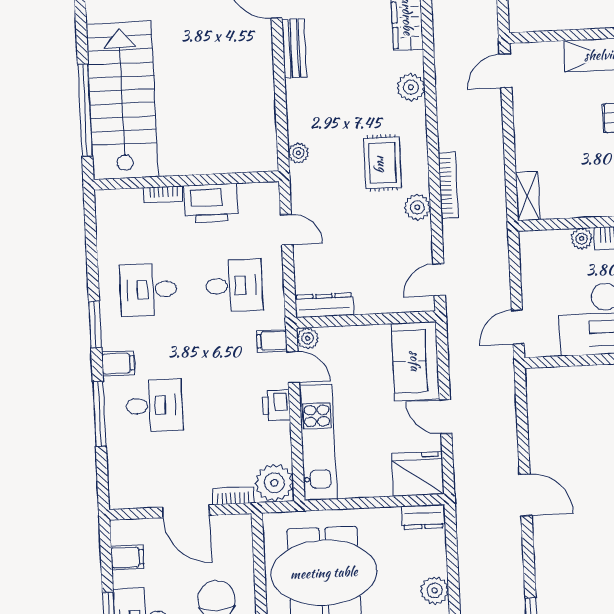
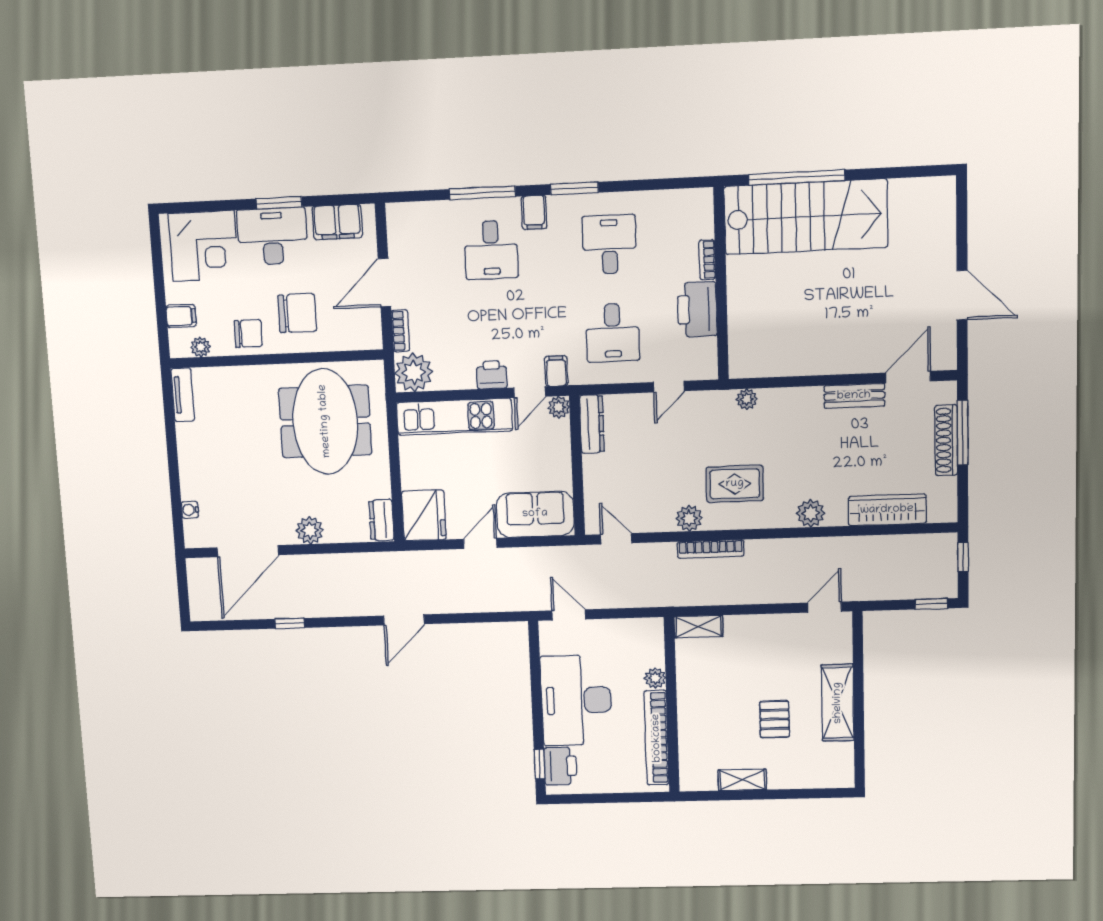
door: (506, 71) -> (825, 607), hinge flipped
filing cabinet: (127, 557) -> (337, 222), width x2.00

